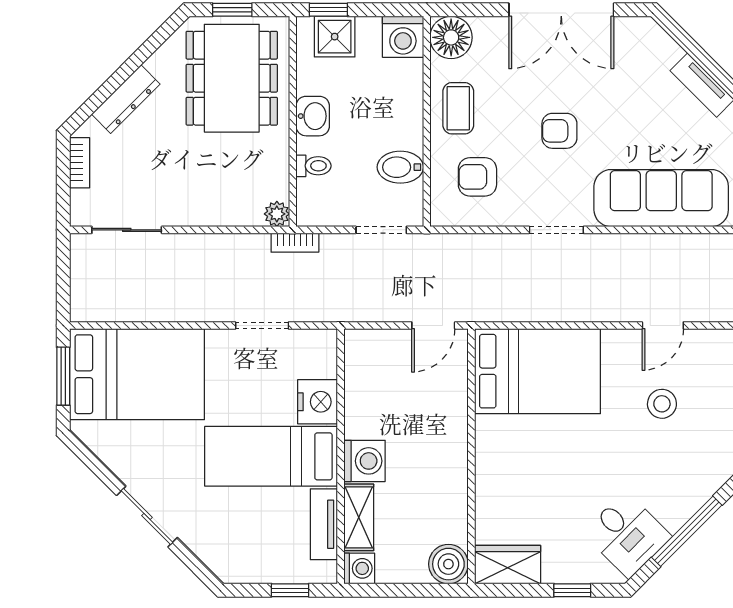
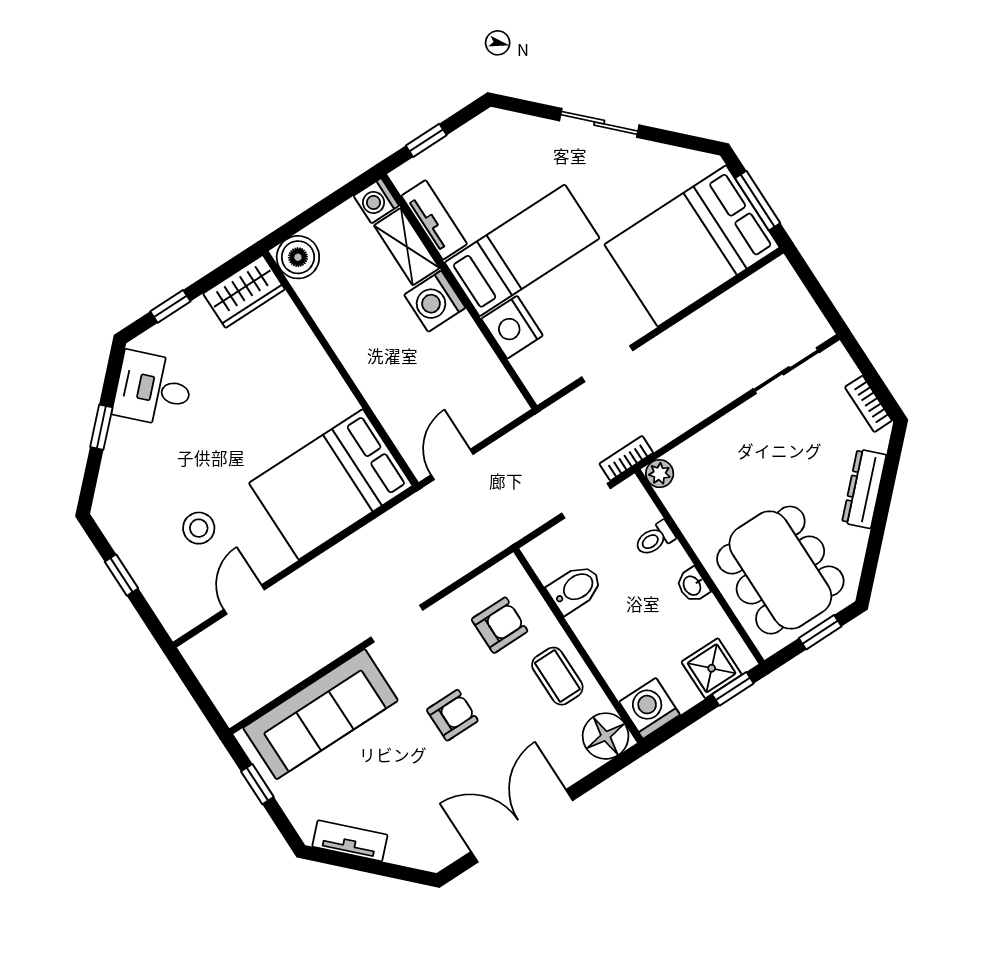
washbasin: (313, 116) -> (693, 585), width x0.72, depth x0.69
doorway: (381, 230) -> (586, 501), moved
window: (687, 531) -> (101, 427), width x0.46

